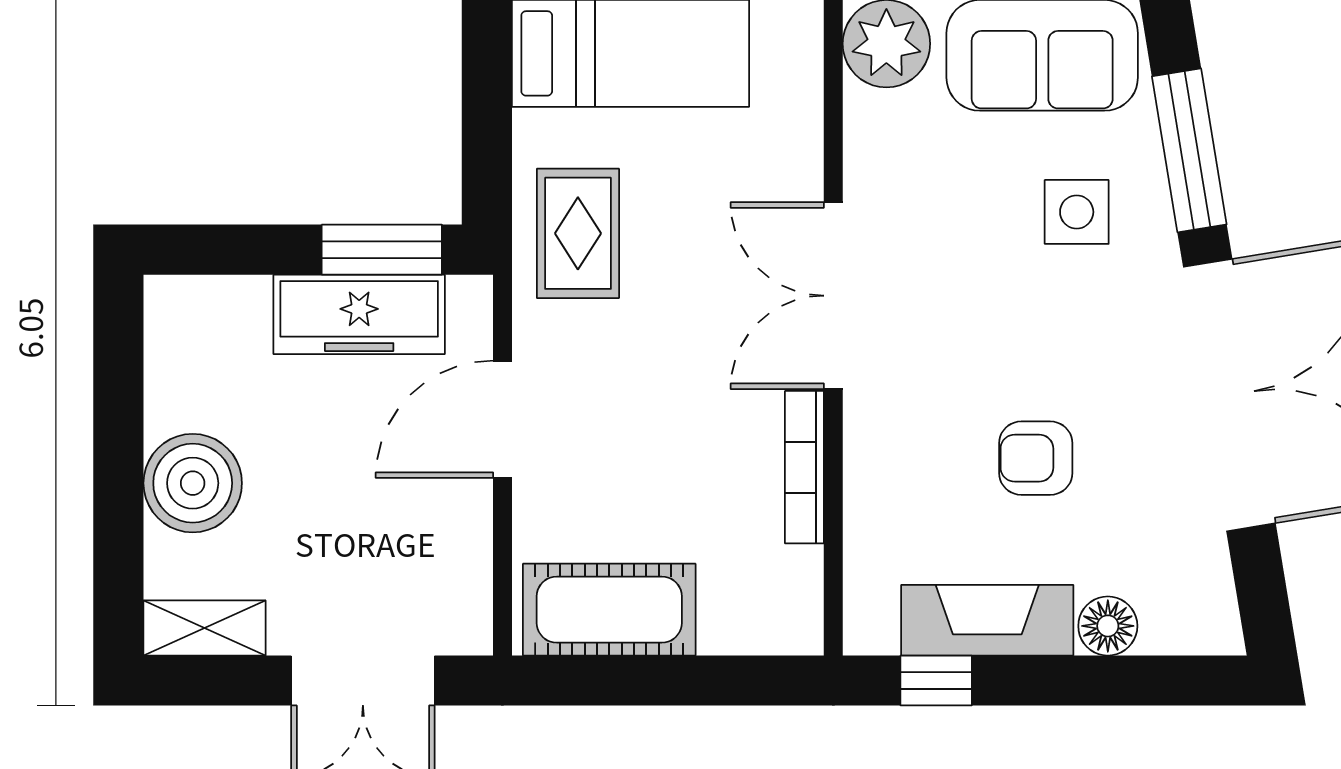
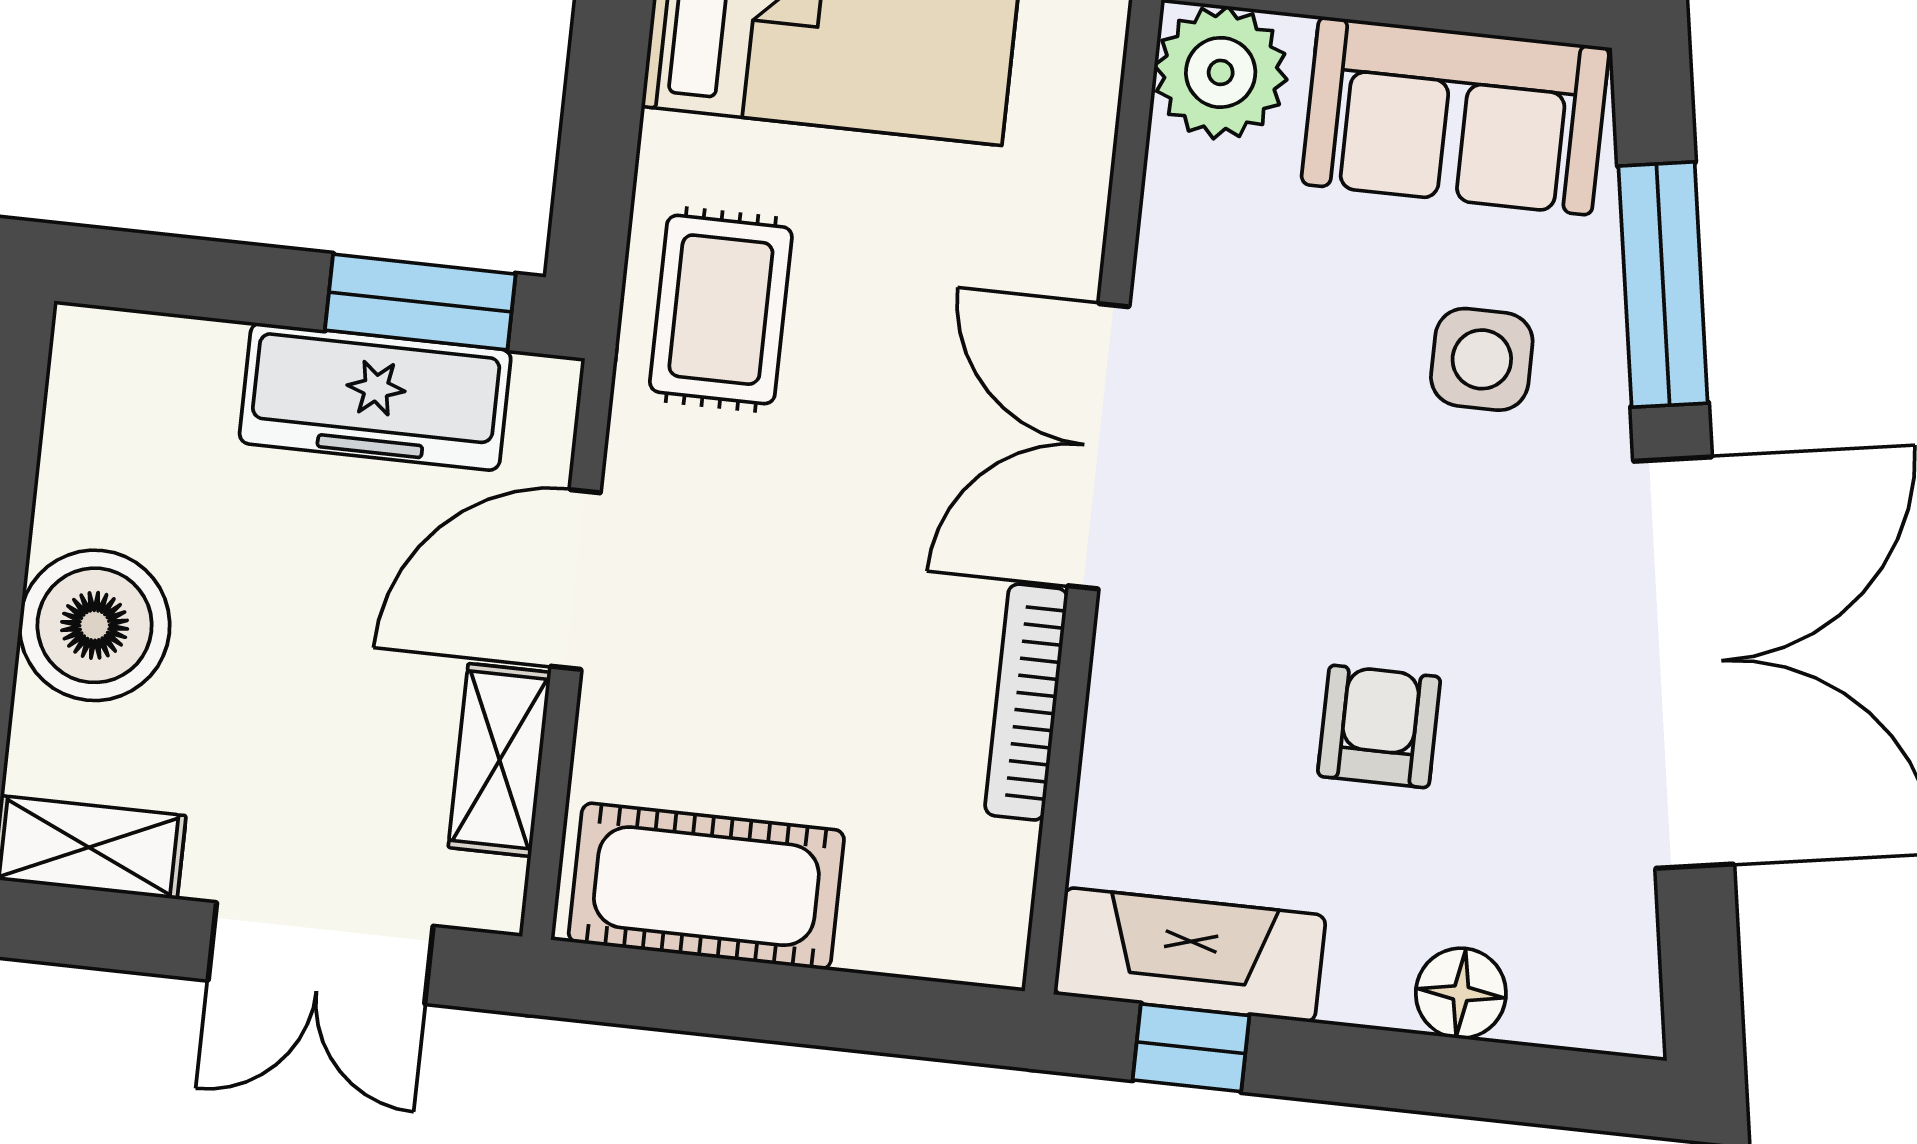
armchair: (1036, 458) -> (1379, 726), turned 90
shelving: (466, 542) -> (500, 760), added
fireplace: (987, 620) -> (1190, 955), moved

